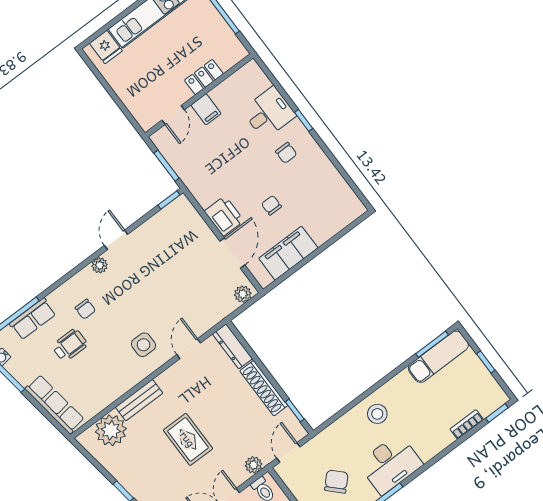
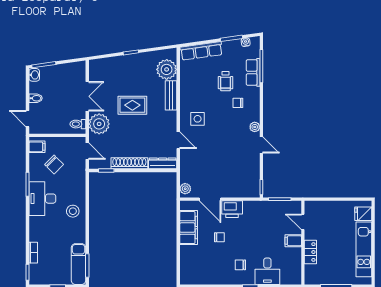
plant: (253, 465) -> (99, 124), width x1.88, depth x1.88

